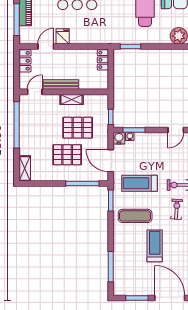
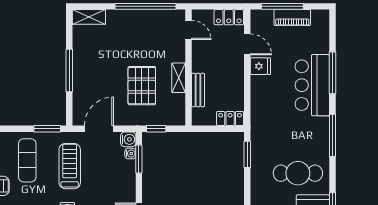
bench: (61, 85) -> (198, 90), moved, width x0.73
pallet: (67, 155) -> (107, 72), removed
window: (82, 184) -> (69, 70), moved

